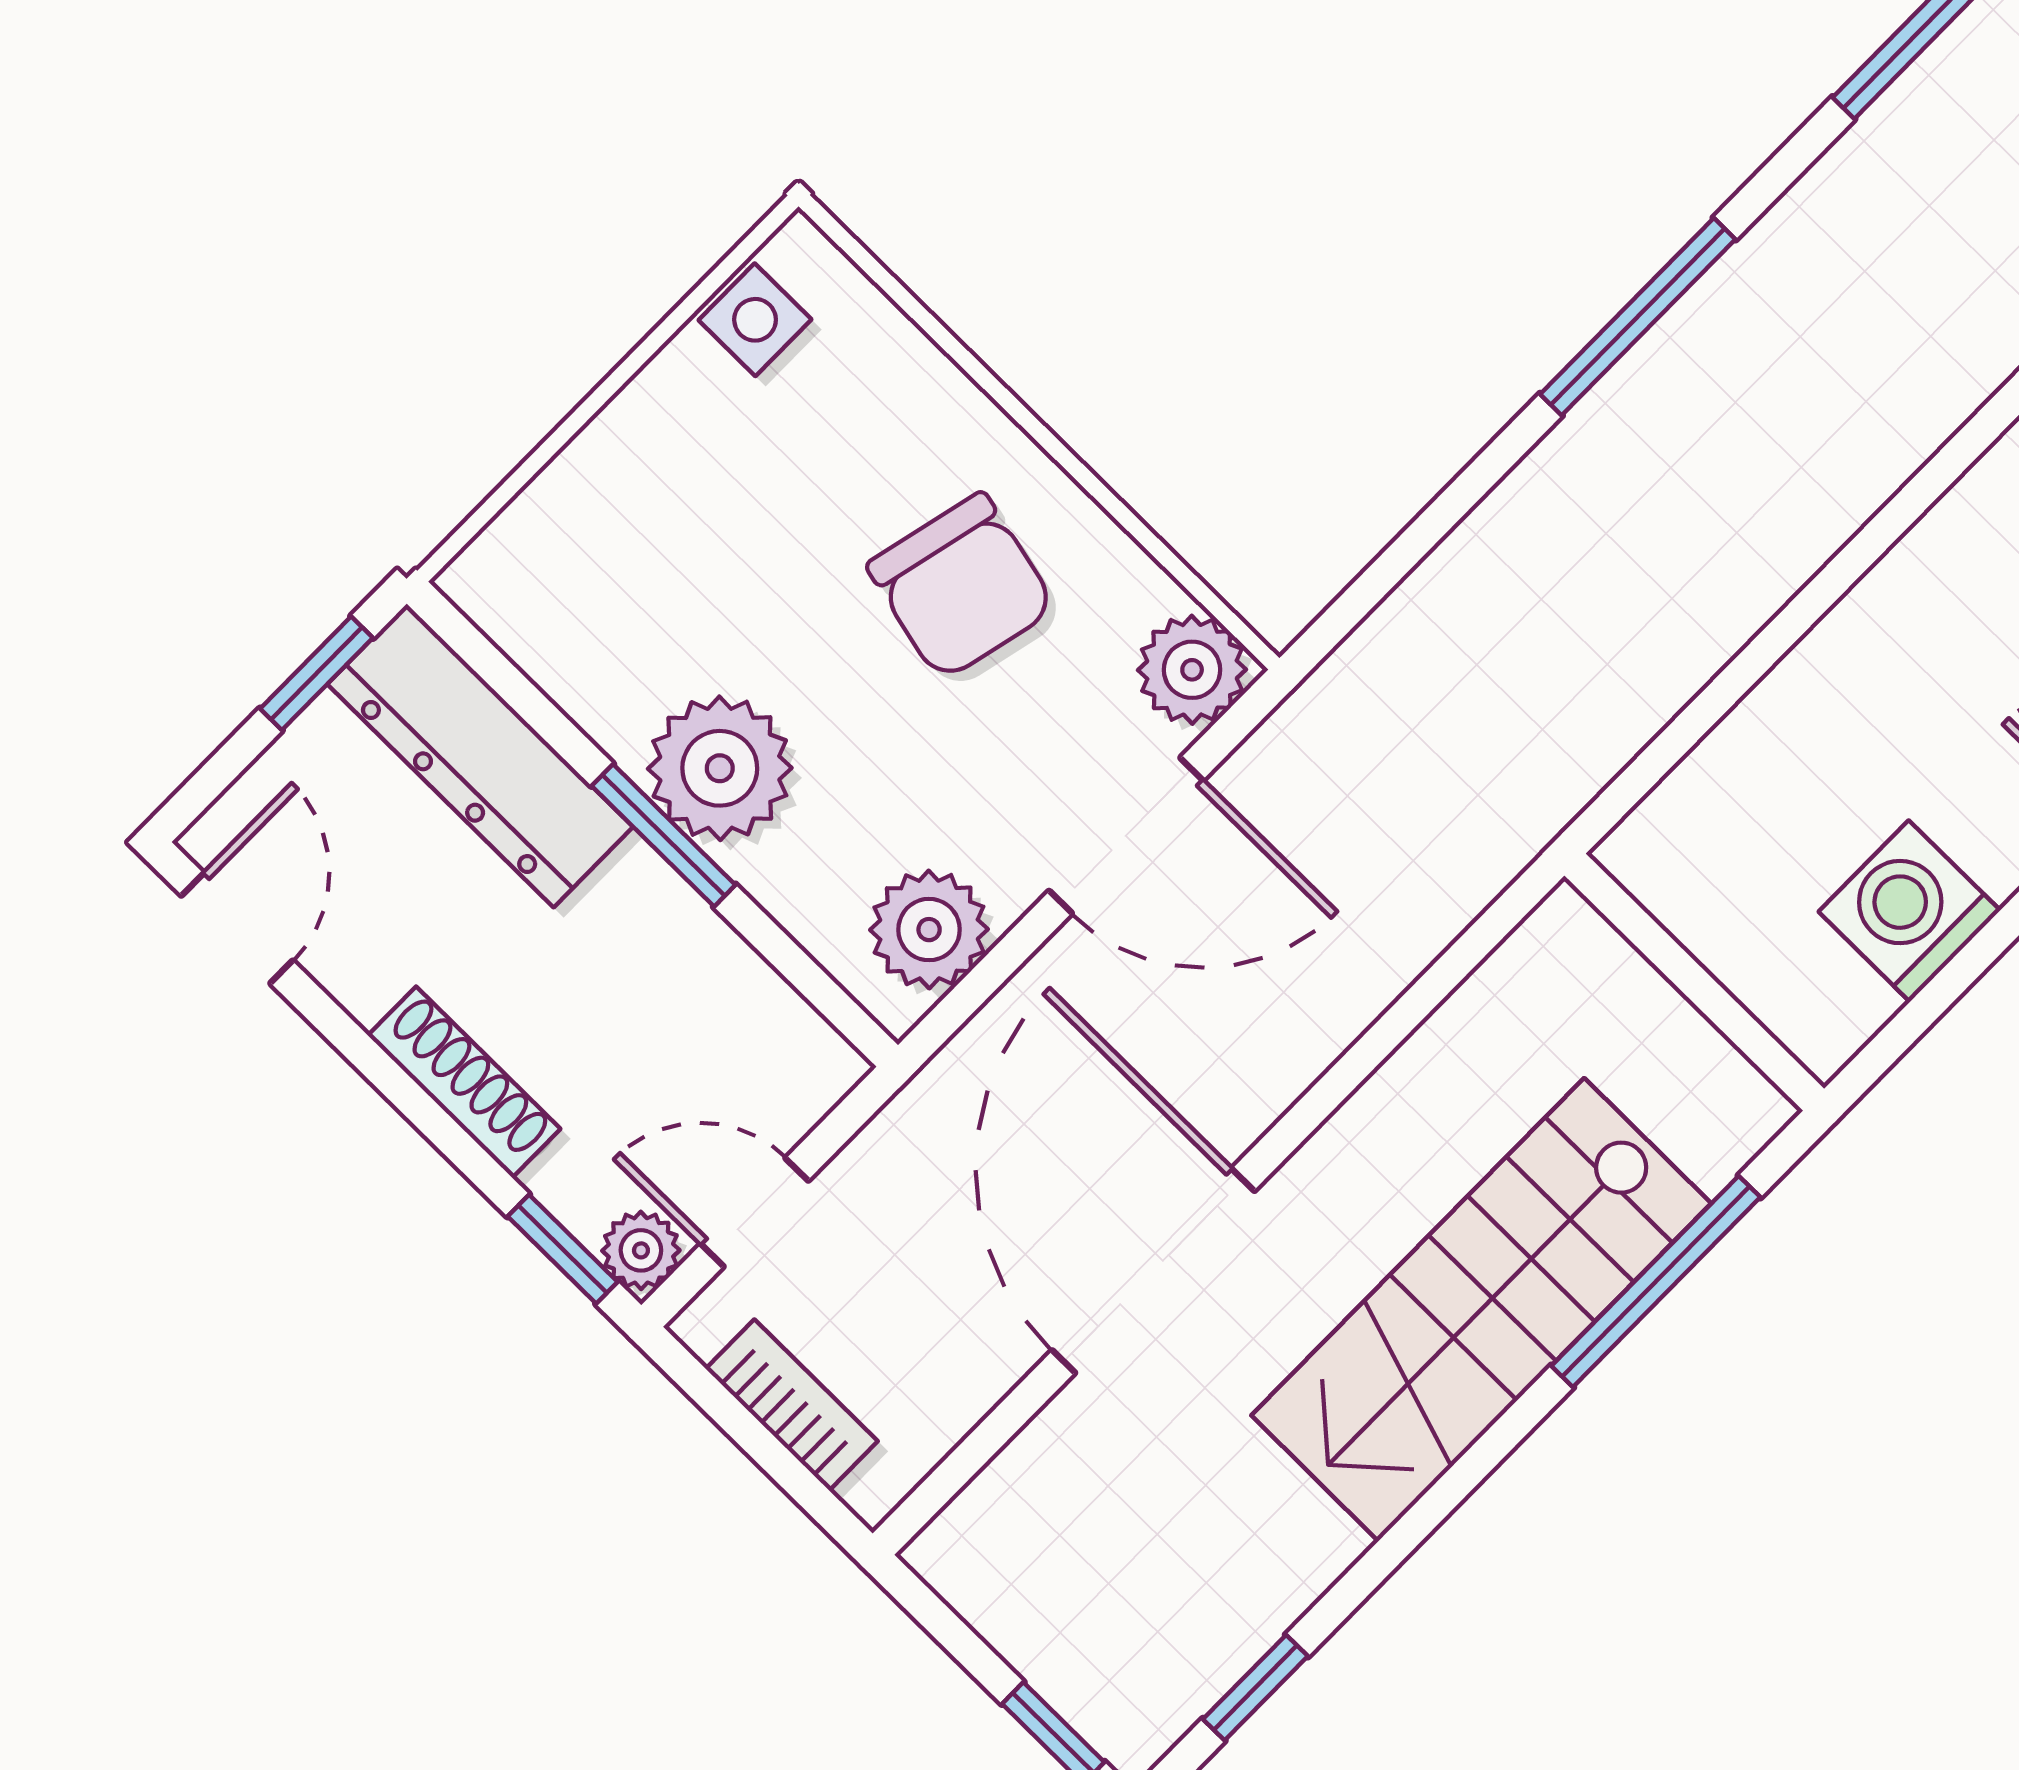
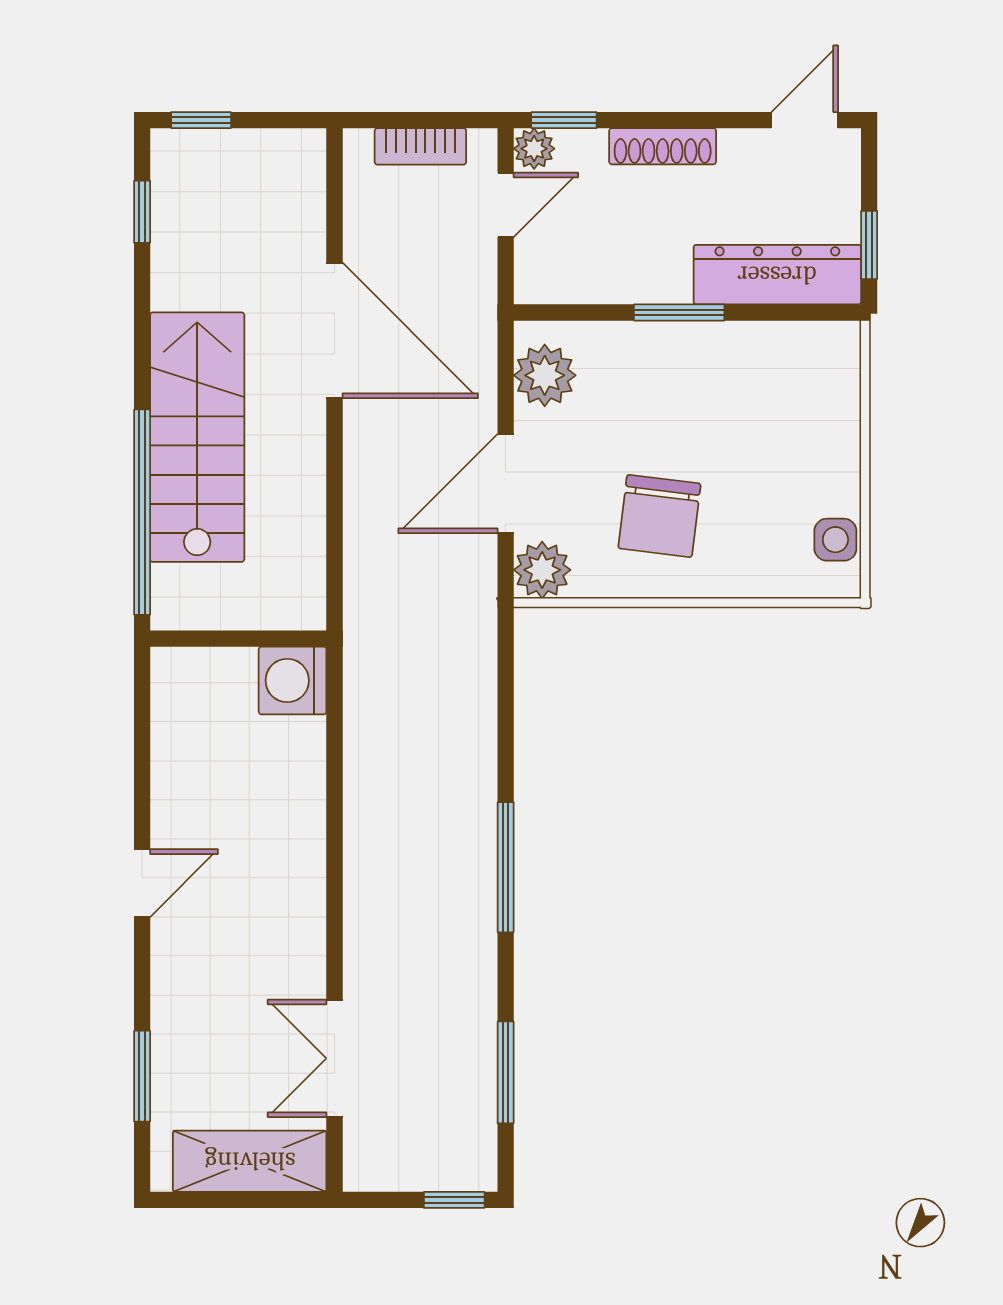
chair: (961, 586) -> (659, 516), turned -96
plant: (720, 768) -> (683, 358), removed
washing machine: (1909, 911) -> (293, 681), moved, turned 180
door: (237, 928) -> (805, 120), swing flipped
window: (1656, 1281) -> (142, 512), width x1.46

